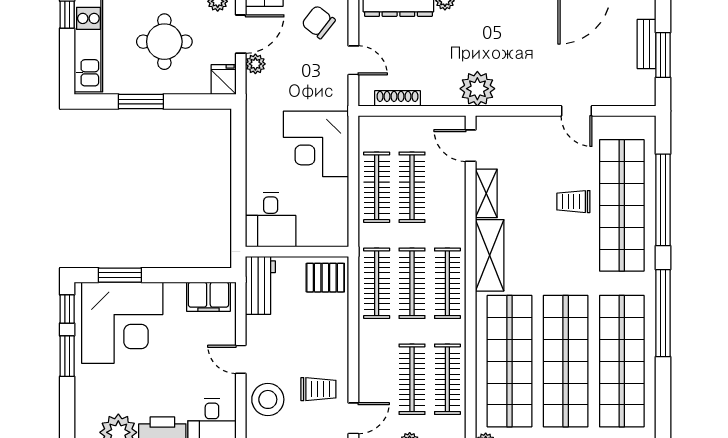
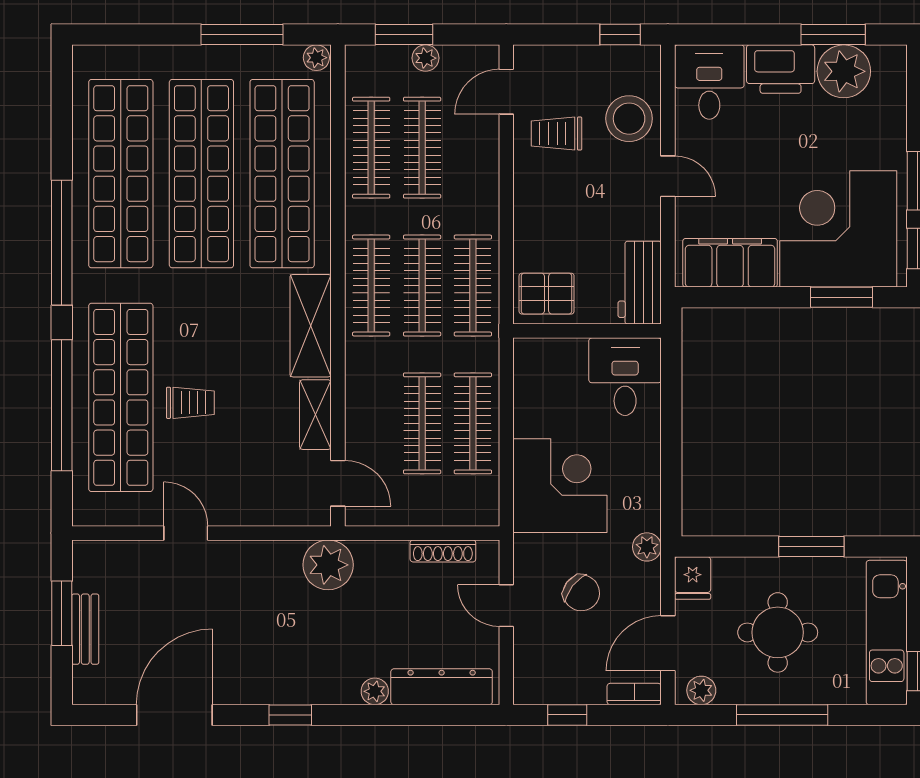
chair: (318, 22) -> (581, 593), moved
plant: (255, 64) -> (647, 547), moved
filing cabinet: (208, 297) -> (730, 263), width x1.50, depth x1.17

